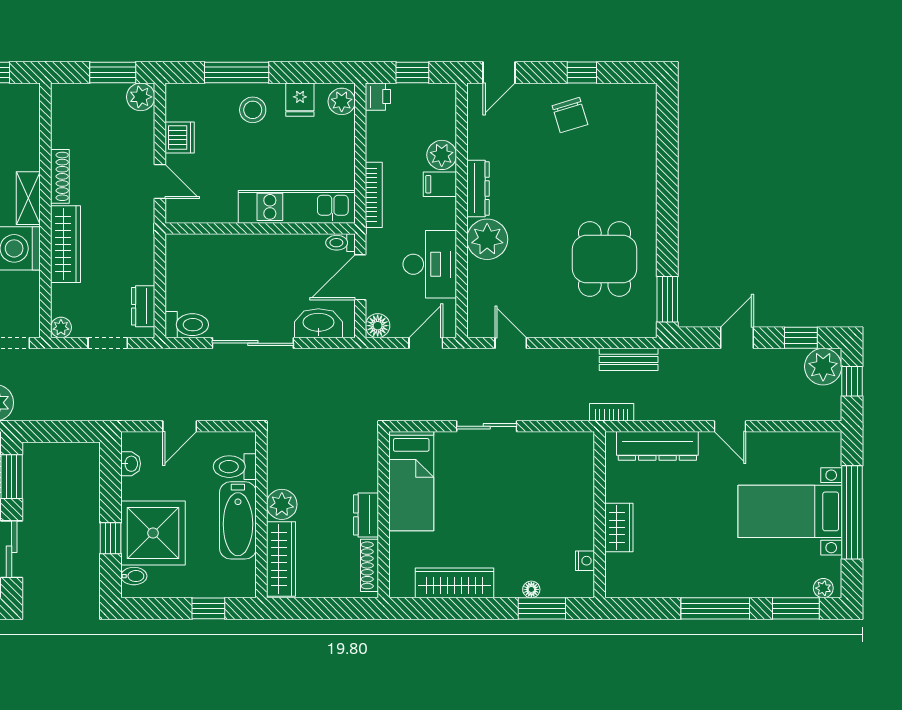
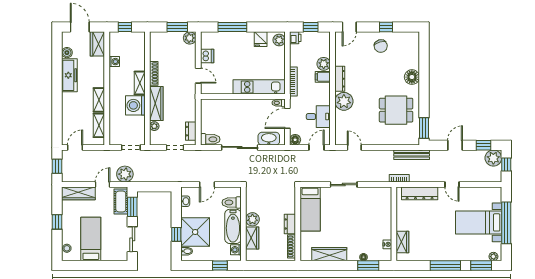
stool: (253, 110) -> (240, 44), removed
floor lamp: (640, 185) -> (412, 77), added
dining table: (605, 259) -> (396, 110), turned 90
desk: (430, 264) -> (318, 117), width x0.73
plant: (61, 327) -> (154, 126), moved
bench: (629, 359) -> (412, 155), width x1.36
wardrobe: (619, 527) -> (402, 242), moved
wardrobe: (281, 559) -> (252, 238), width x0.67
washing machine: (244, 573) -> (236, 250), added

